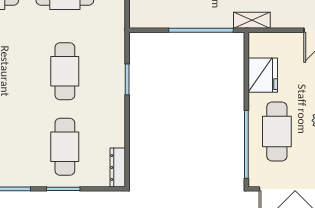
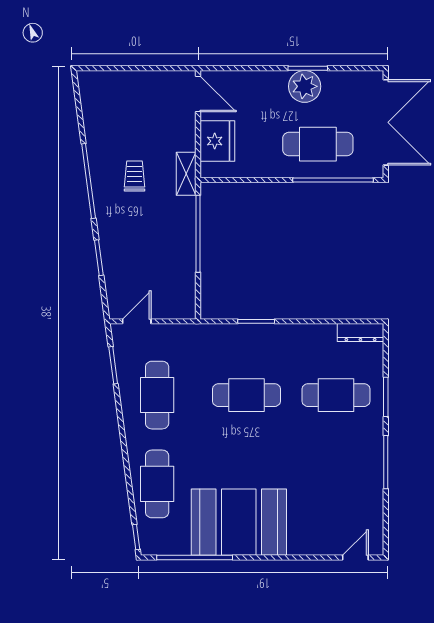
fridge: (263, 75) -> (217, 141), moved, turned 90

